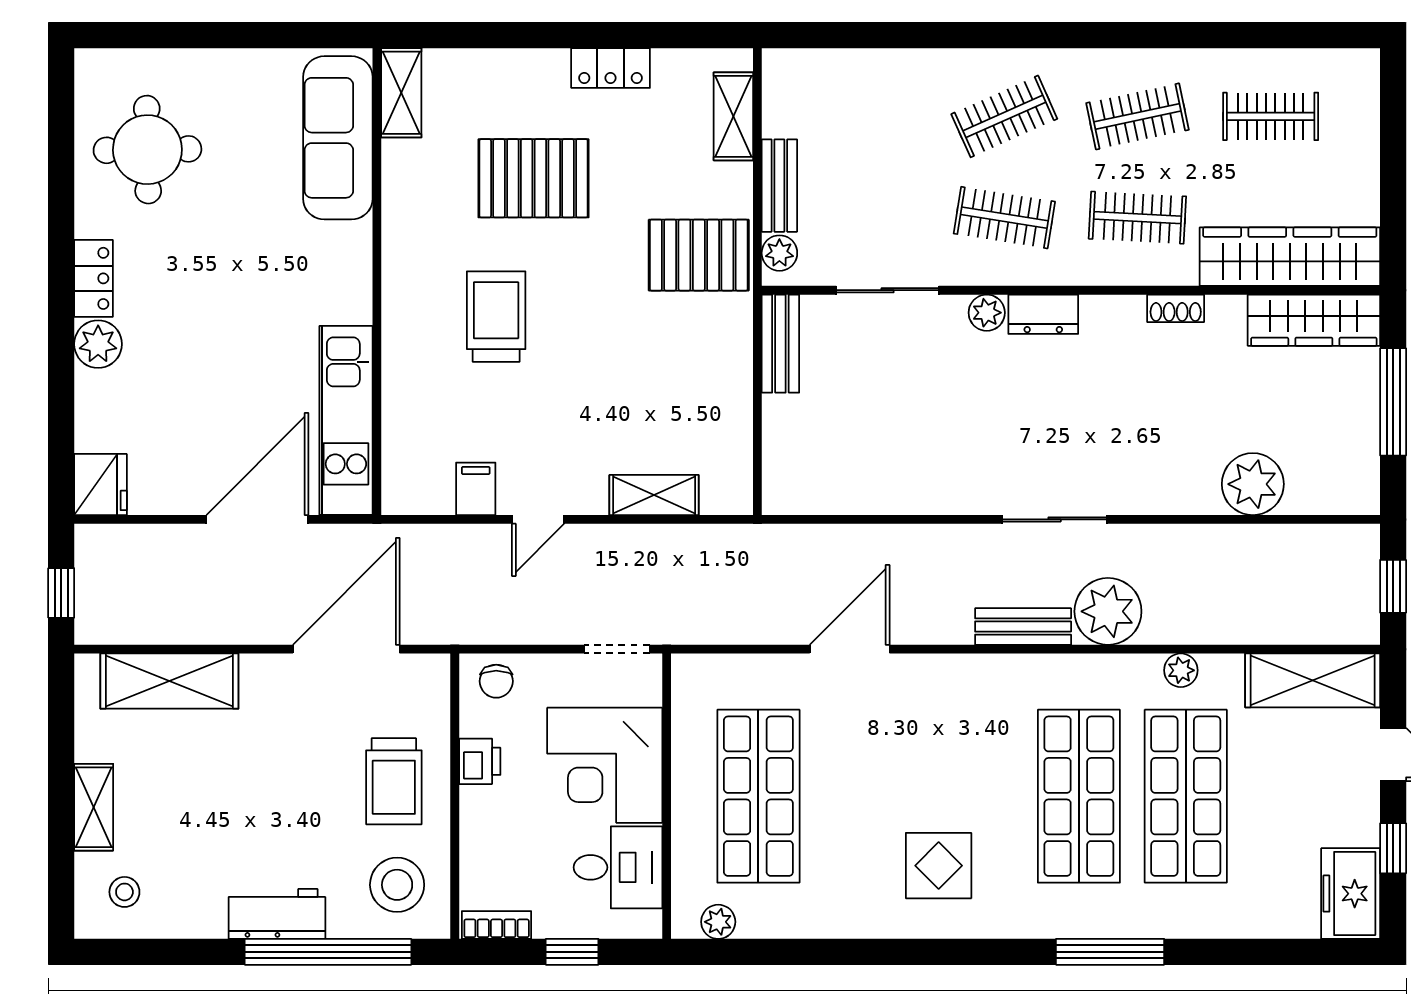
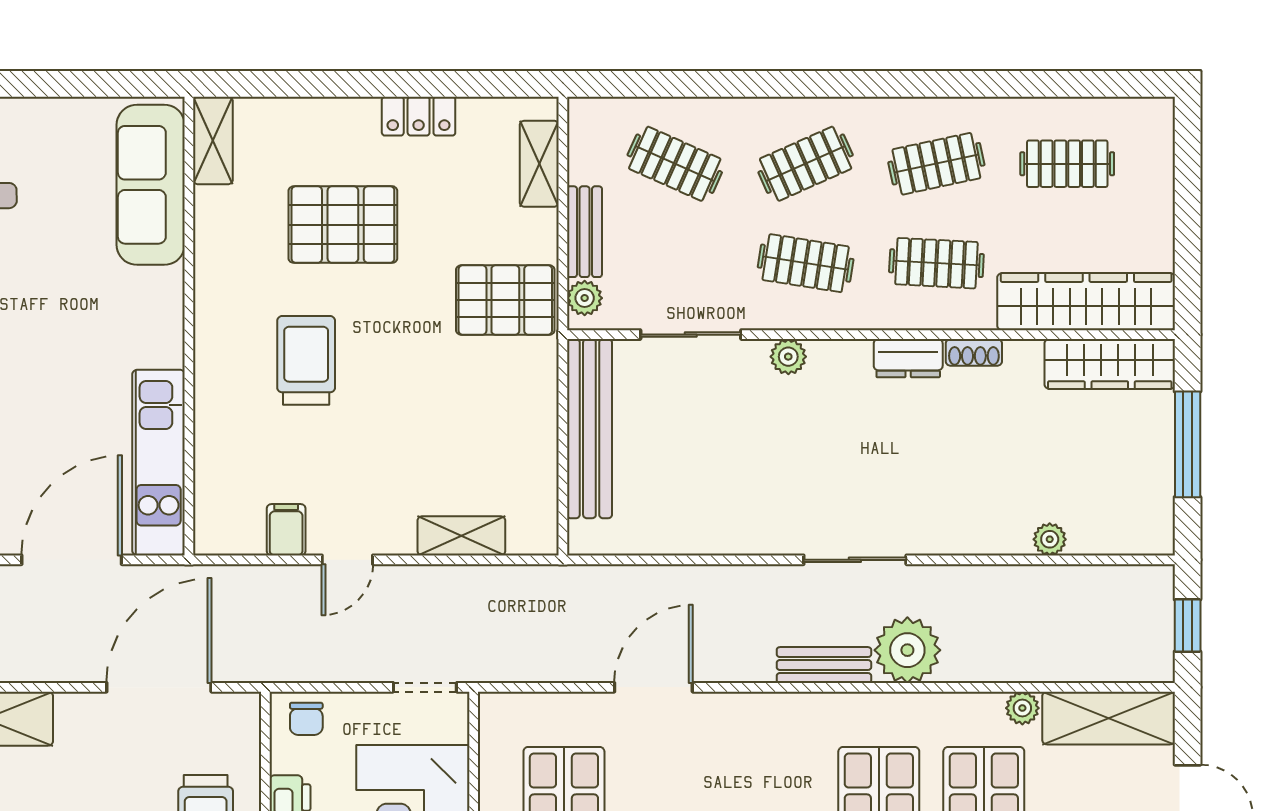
clothes rail: (871, 116) -> (675, 164), added
dresser: (1043, 314) -> (908, 358), moved
bench: (780, 344) -> (589, 429), width x1.86, depth x1.21
plant: (1253, 484) -> (1050, 539), width x0.53, depth x0.53
plant: (1181, 670) -> (1022, 708), moved

